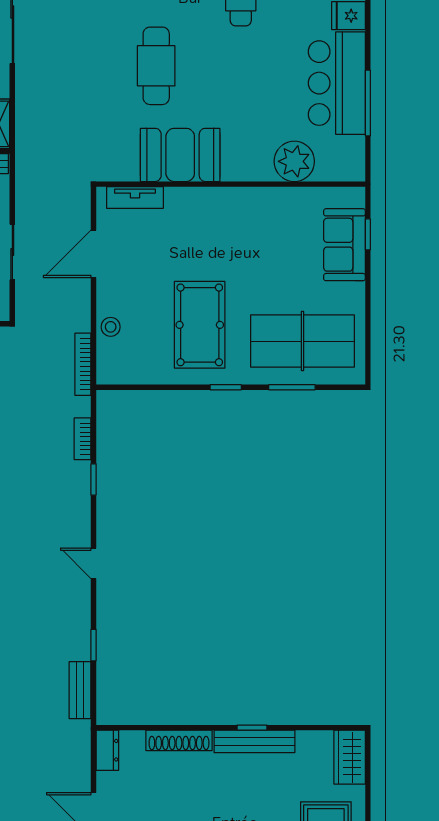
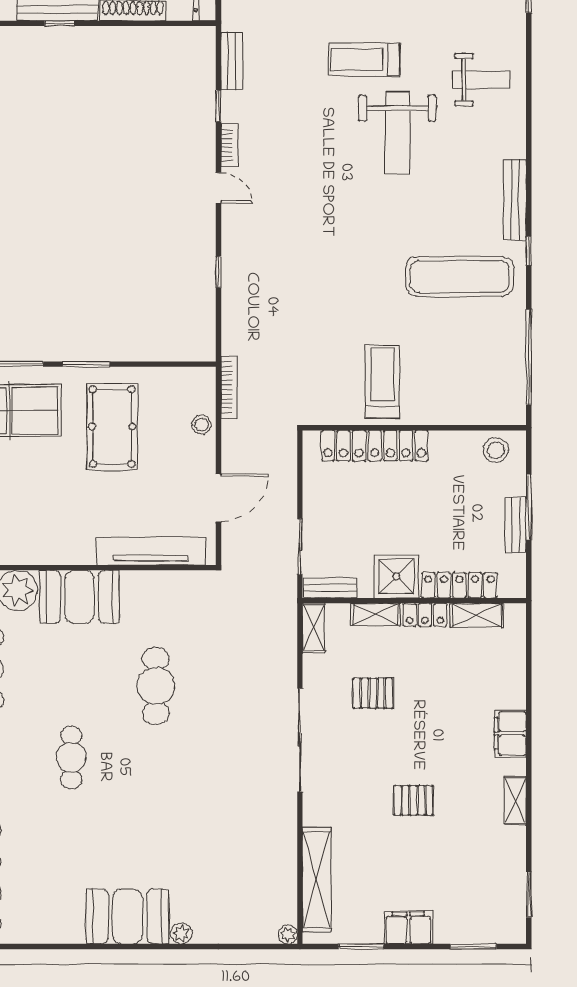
booth: (180, 155) -> (79, 597), moved
tv unit: (135, 197) -> (151, 551), width x1.92, depth x1.29
sliding door: (12, 252) -> (300, 547), moved
window: (226, 387) -> (86, 364), width x1.50
bookcase: (83, 439) -> (229, 145), moved

